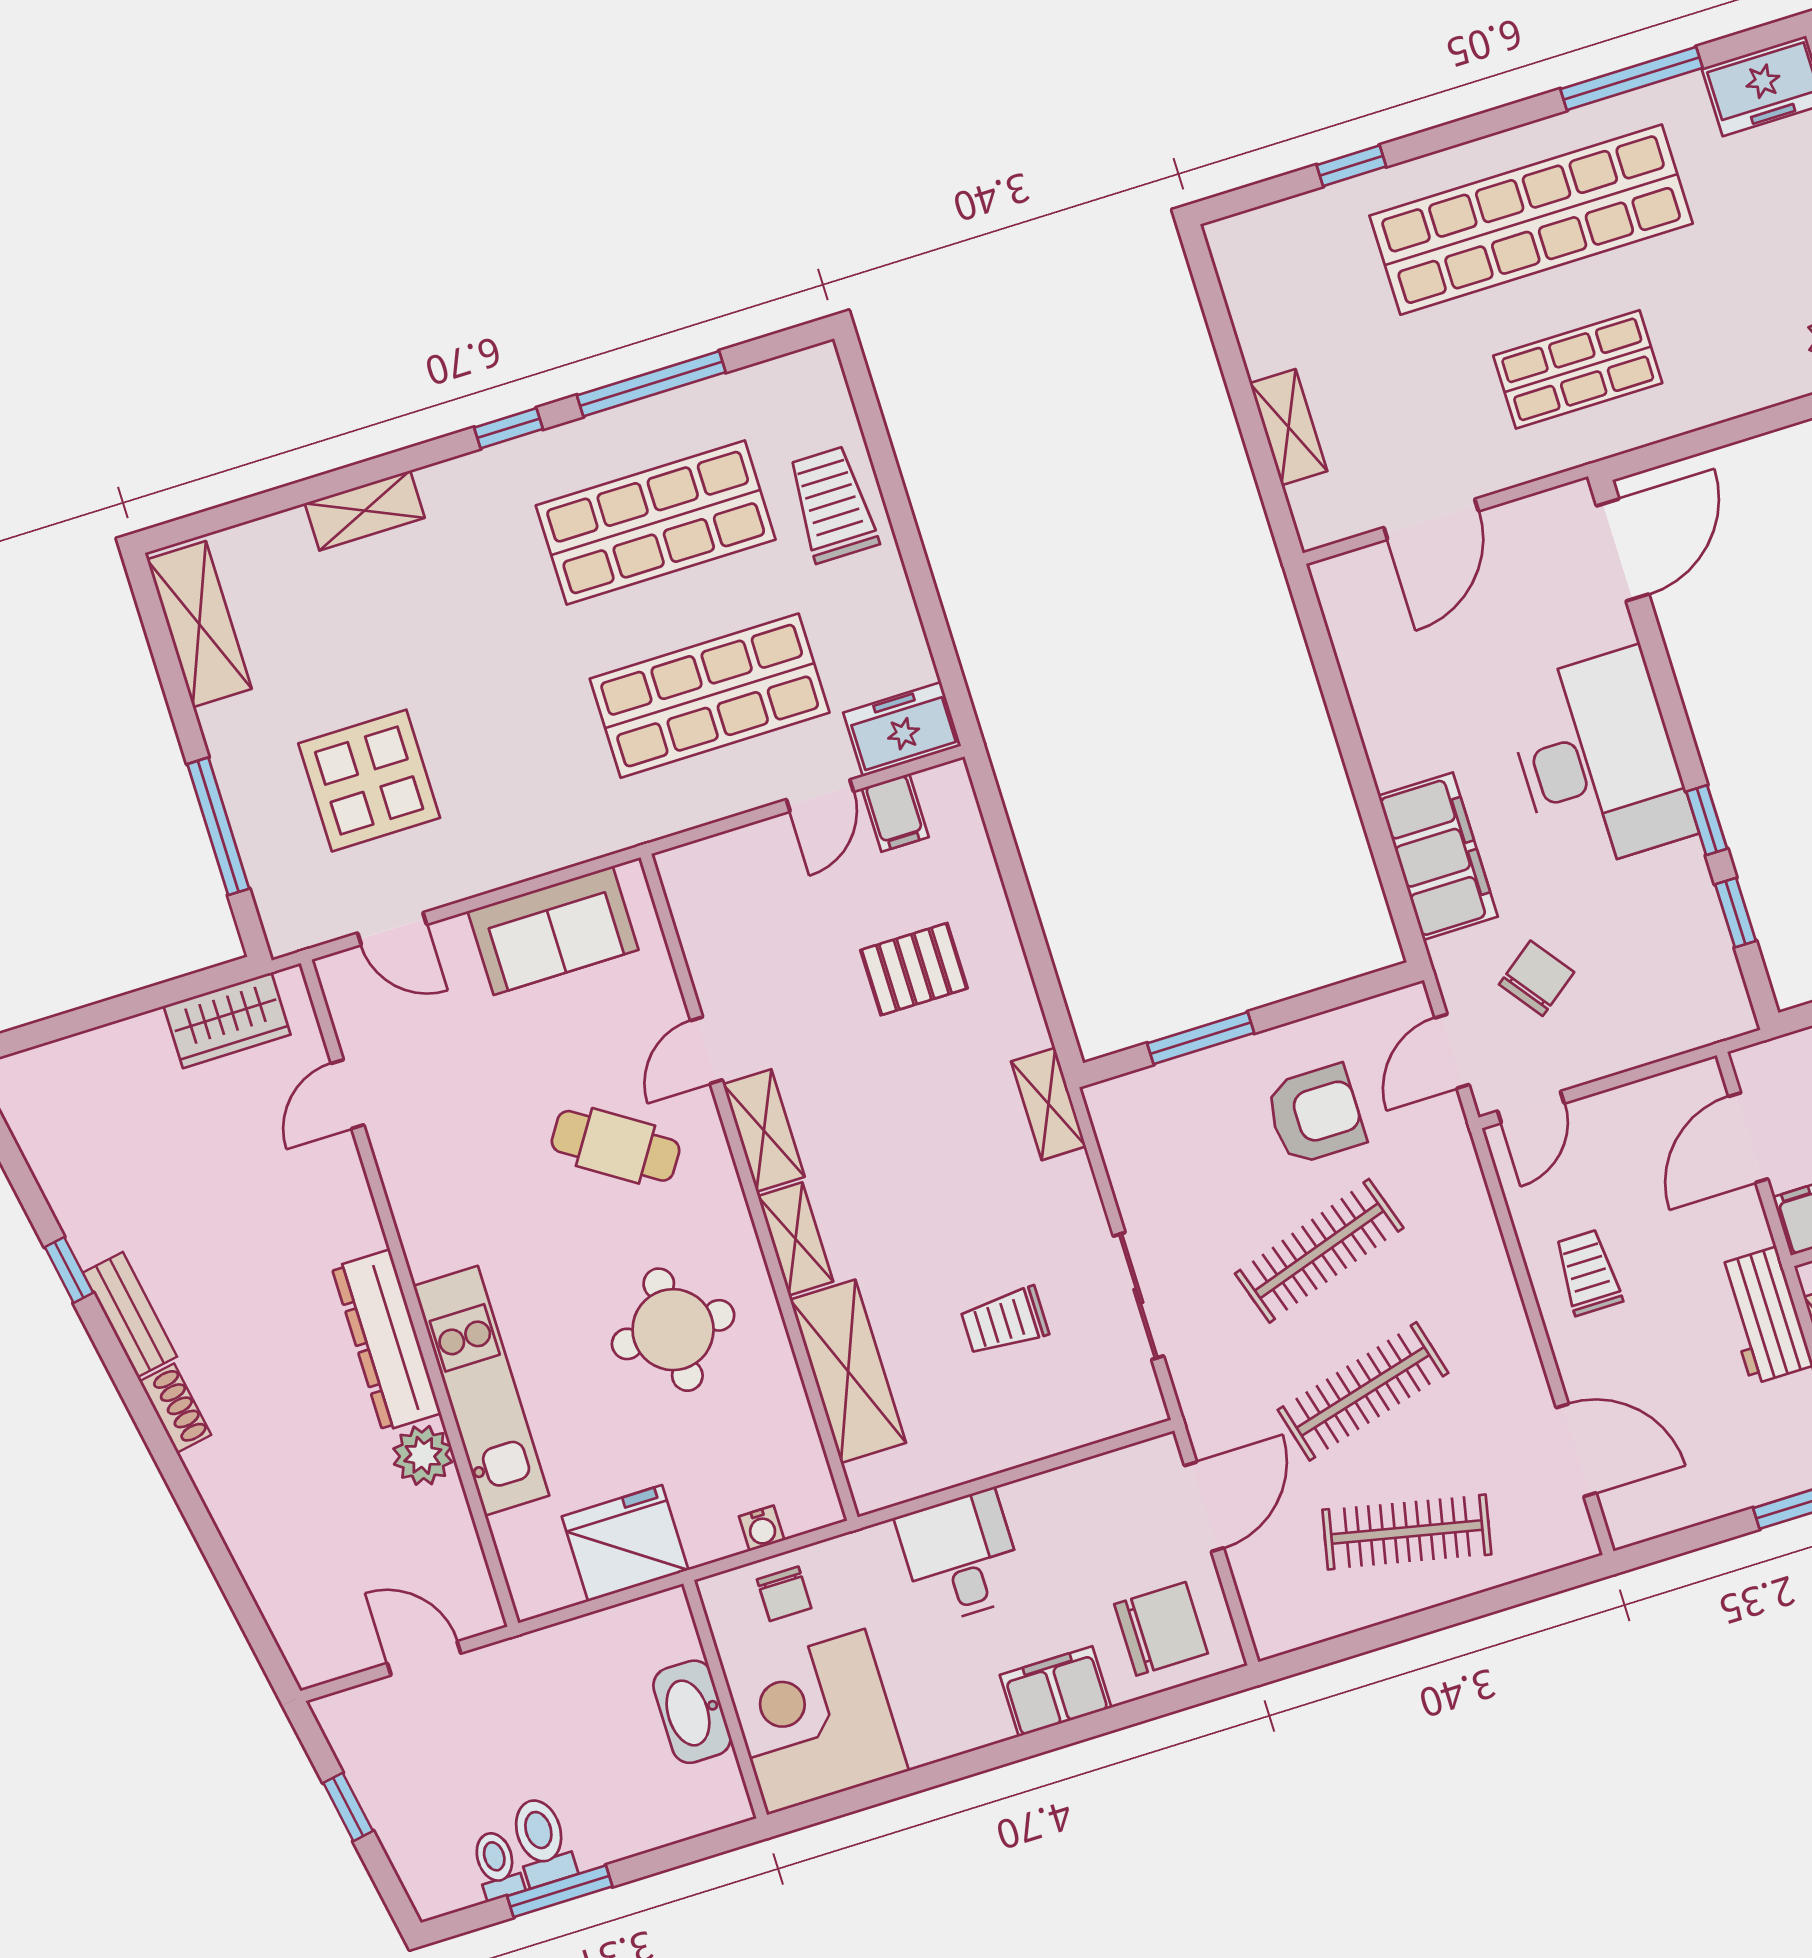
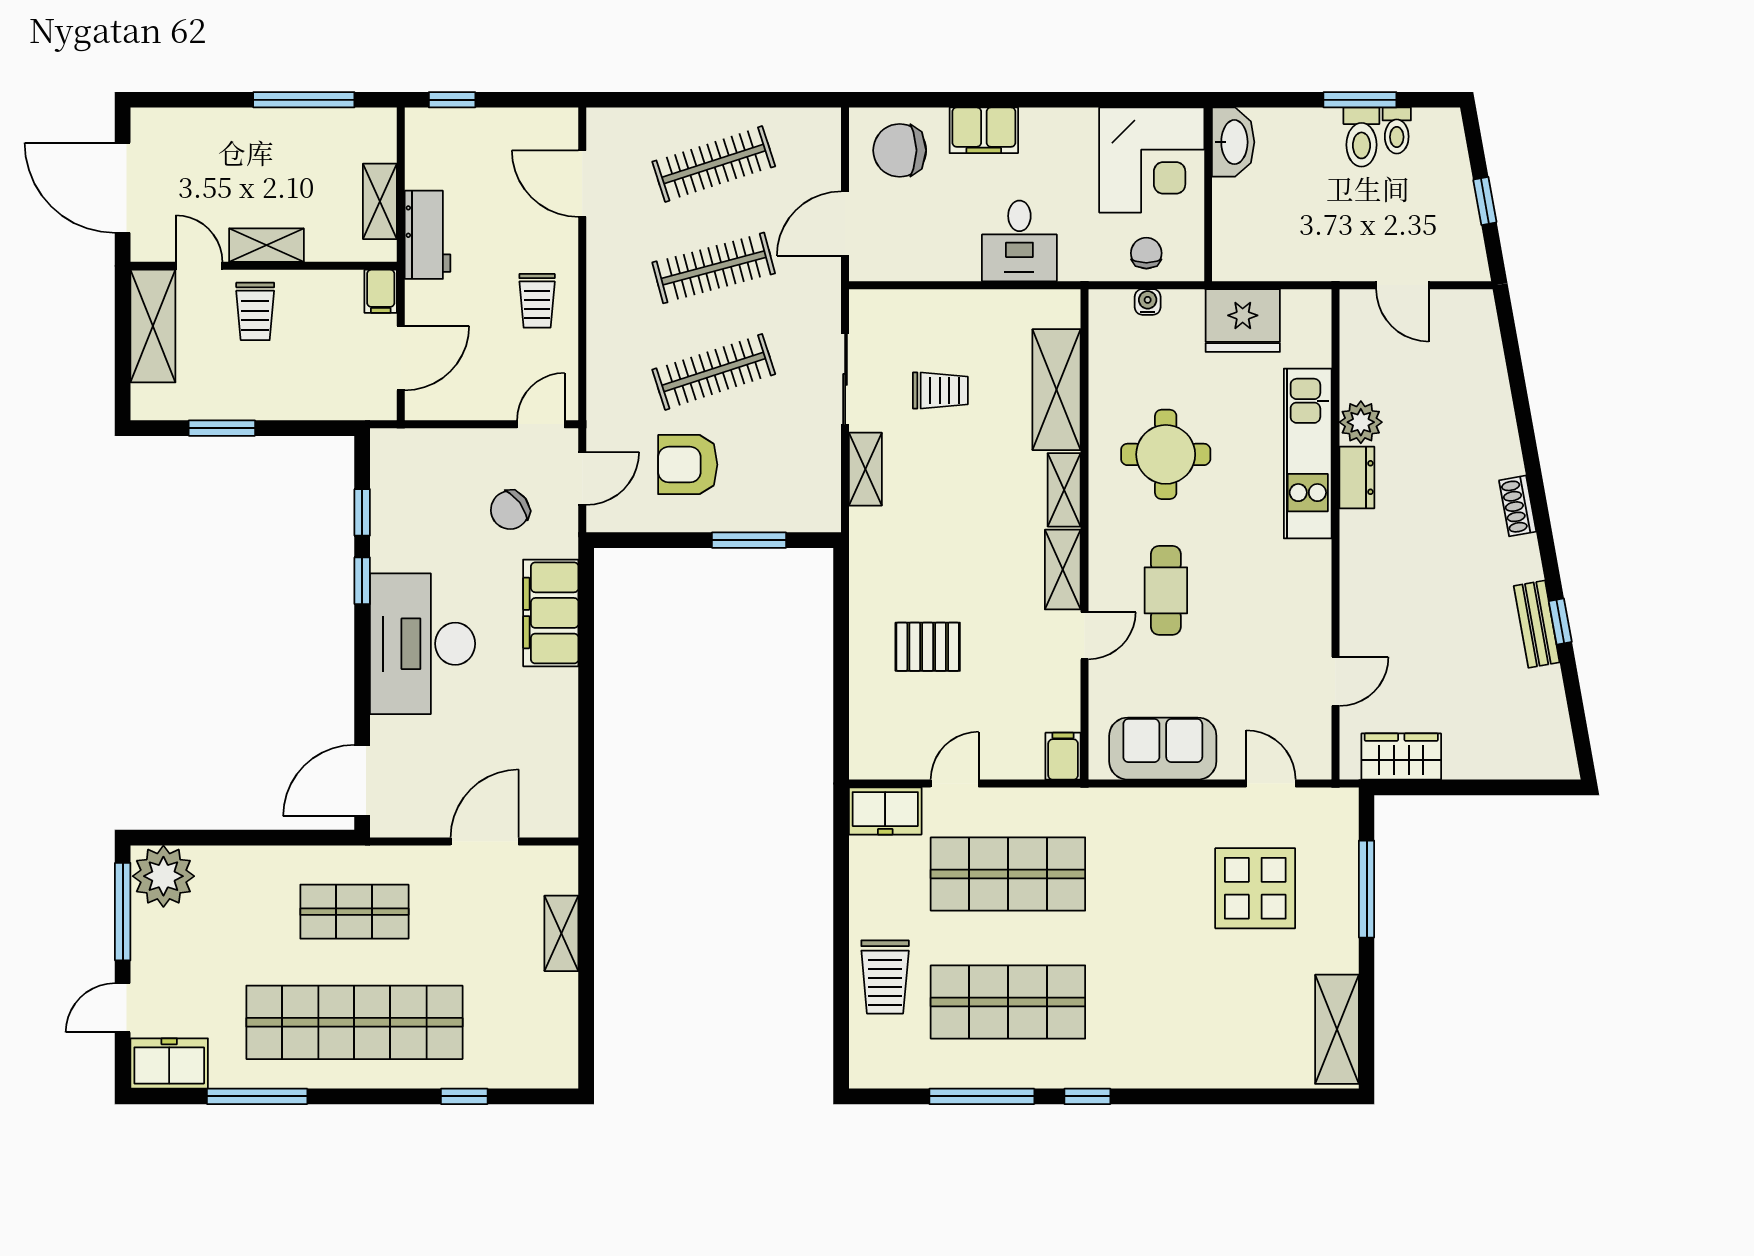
shelving: (365, 511) -> (1202, 1071), removed
filing cabinet: (895, 813) -> (1063, 756), moved
shelving: (1048, 1104) -> (865, 469), moved
cafe table: (616, 1146) -> (1166, 590), turned 57
bench: (130, 1315) -> (1537, 624), moved
dresser: (386, 1340) -> (1357, 478), width x0.51, depth x0.80
clothes rail: (1407, 1532) -> (714, 164), turned -30
washbasin: (692, 1712) -> (1233, 142), moved

